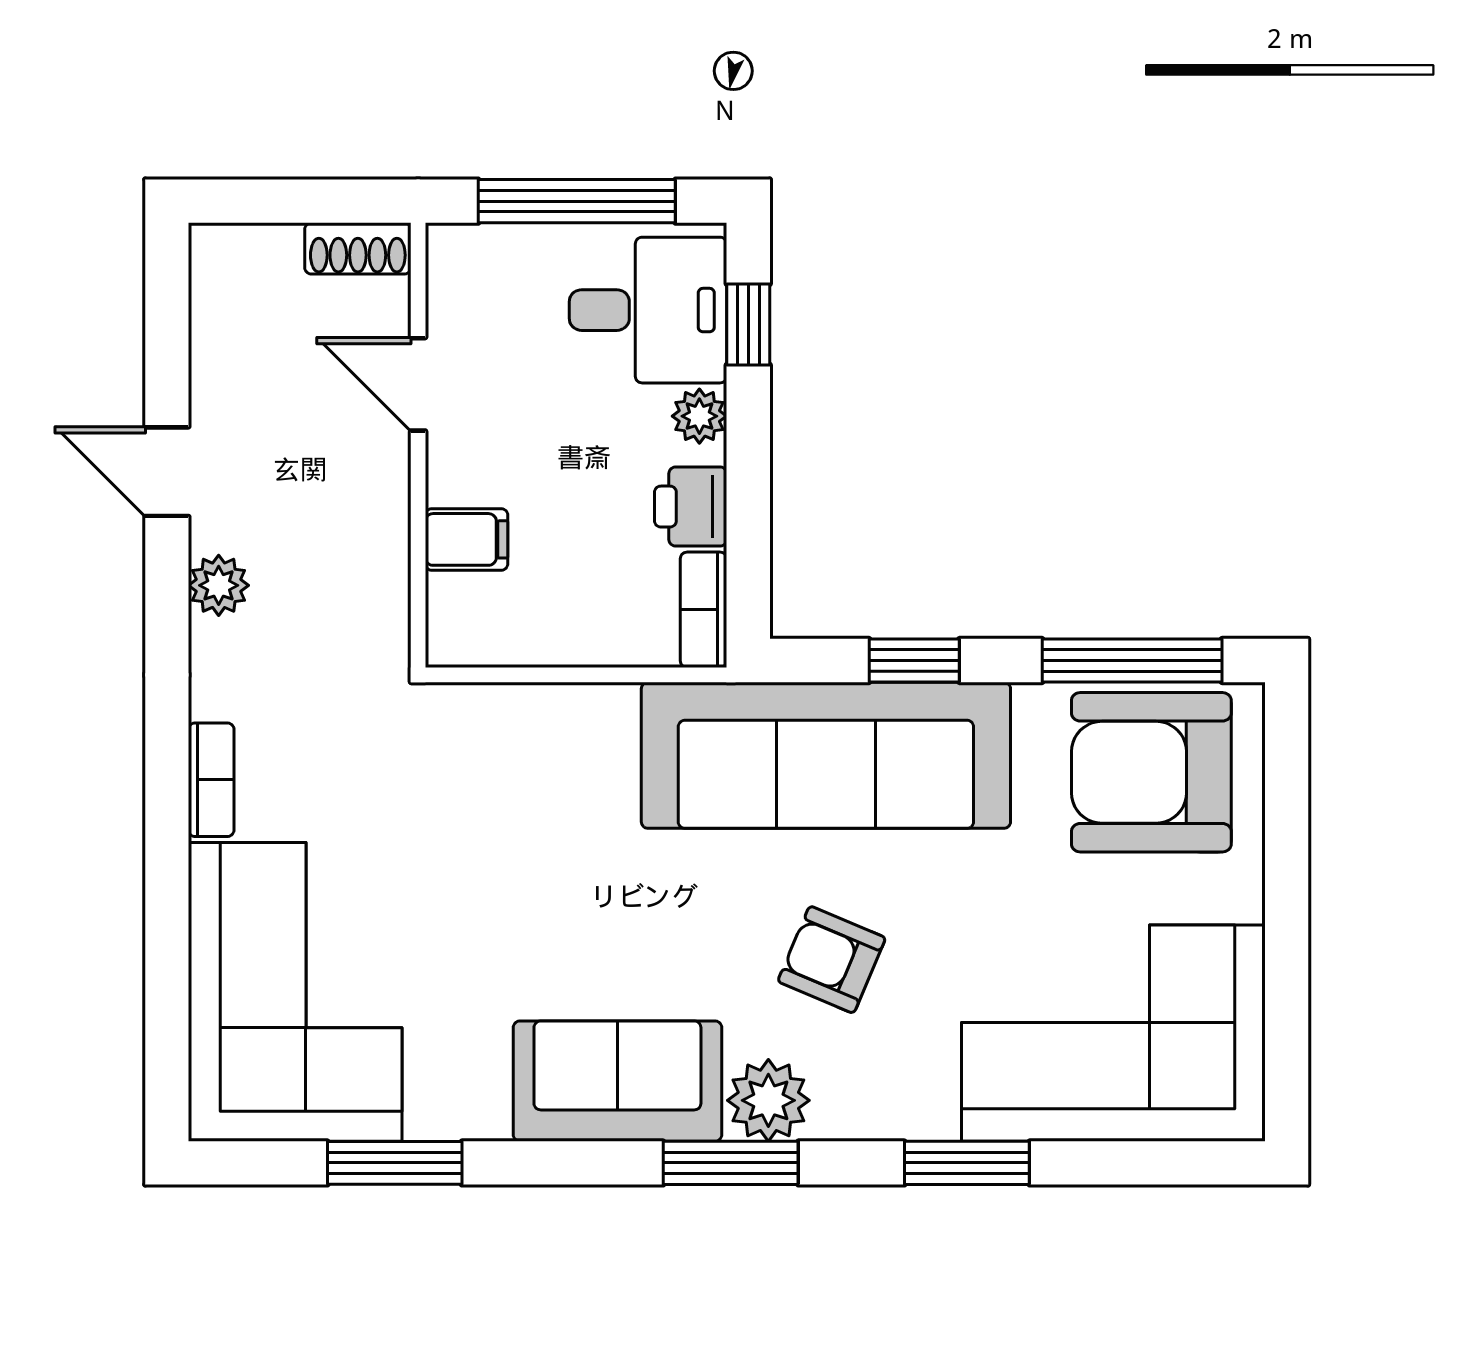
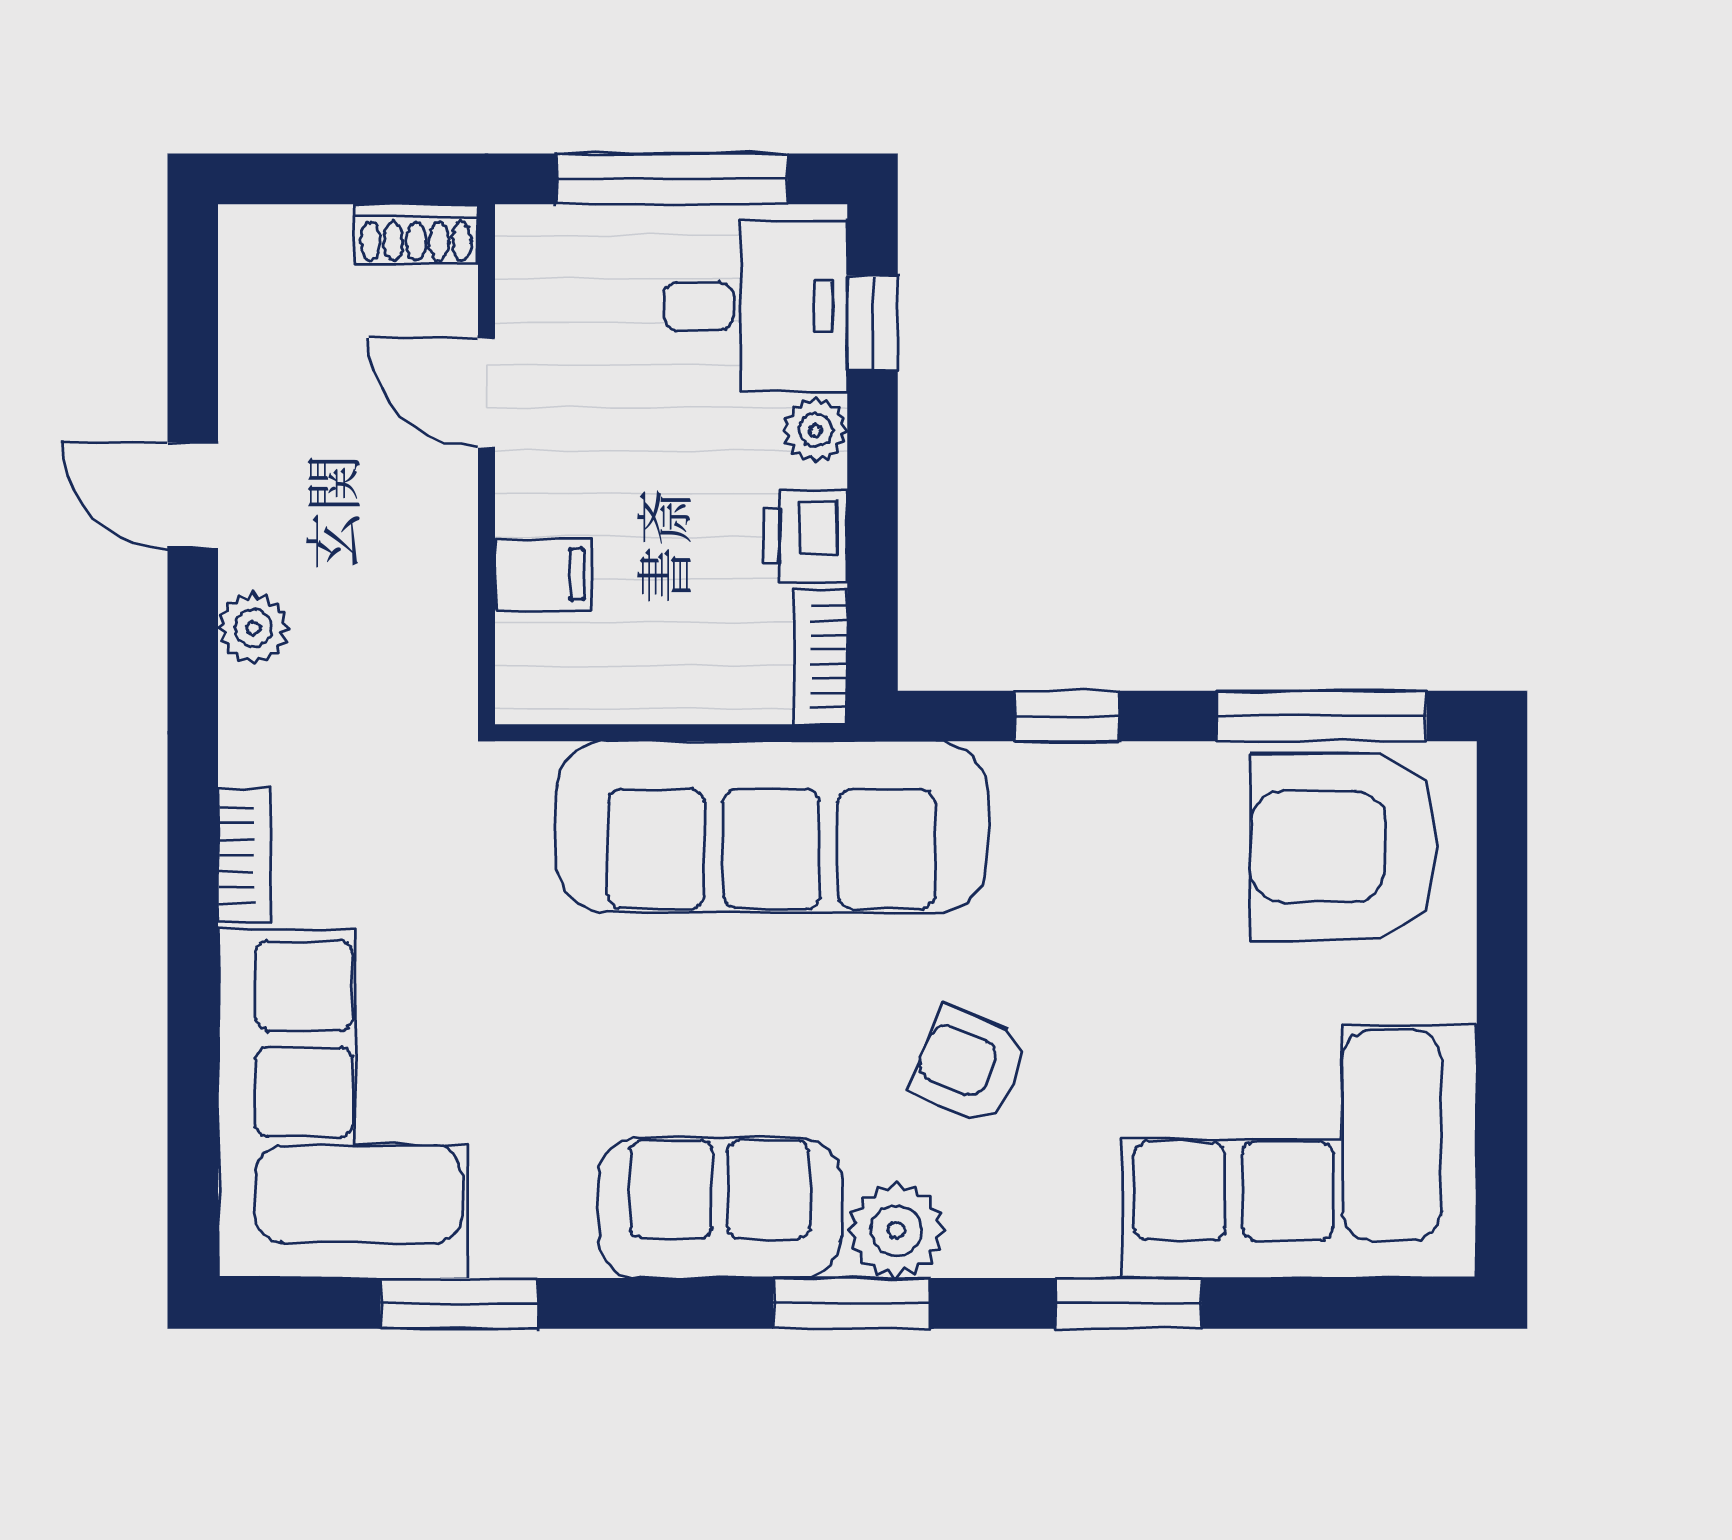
sofa: (826, 755) -> (771, 827), moved

